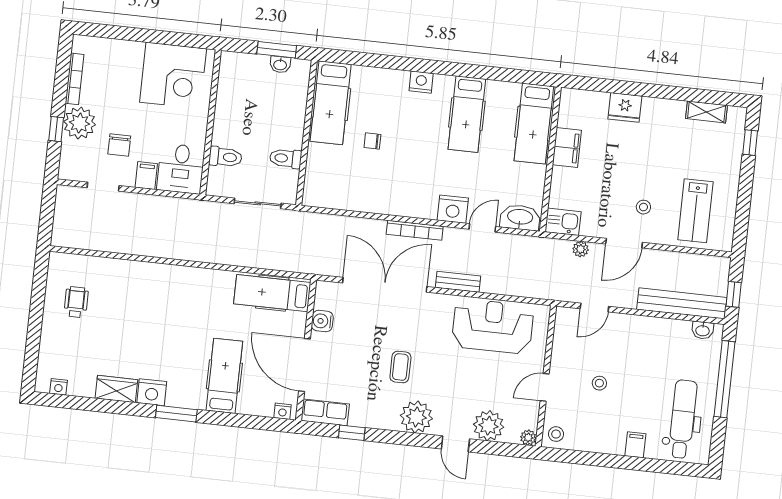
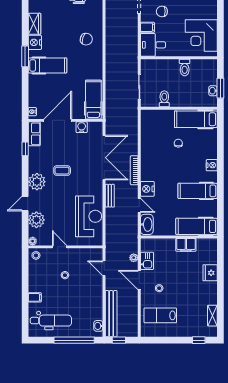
toilet: (225, 157) -> (185, 67), moved
kitchen sink: (563, 222) -> (147, 261), moved
chair: (156, 294) -> (86, 39), added
hospital bed: (224, 376) -> (48, 65), moved

